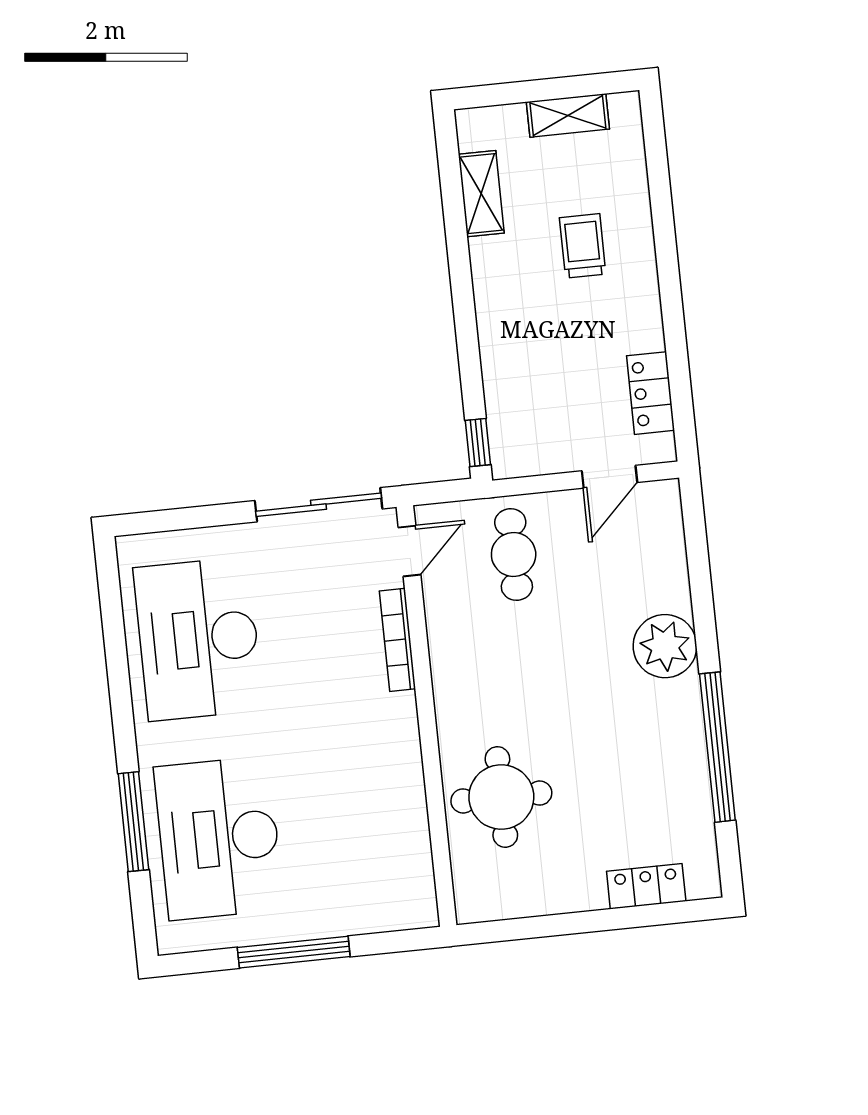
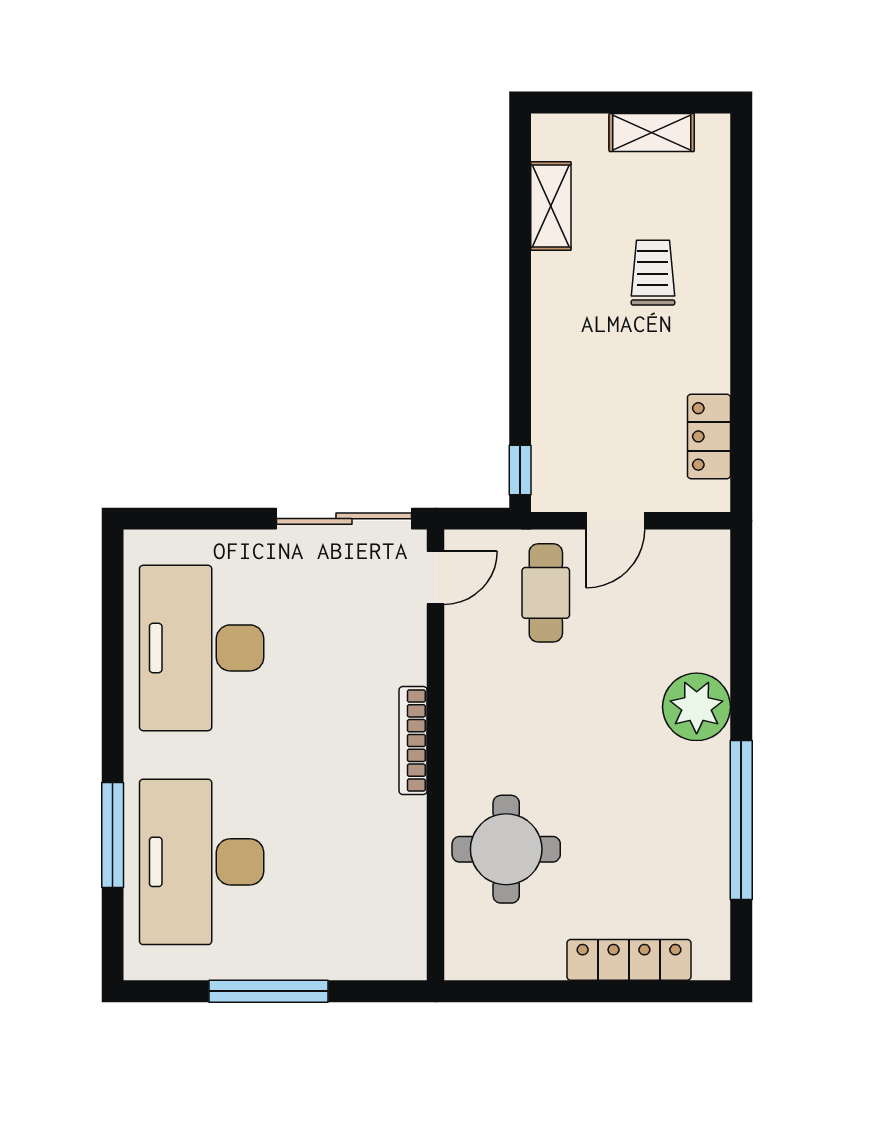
door: (610, 477) -> (615, 521), moved
bookcase: (397, 640) -> (413, 741), moved
locker: (646, 886) -> (629, 960), width x1.53

